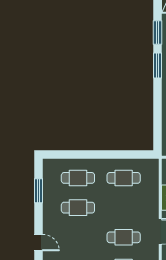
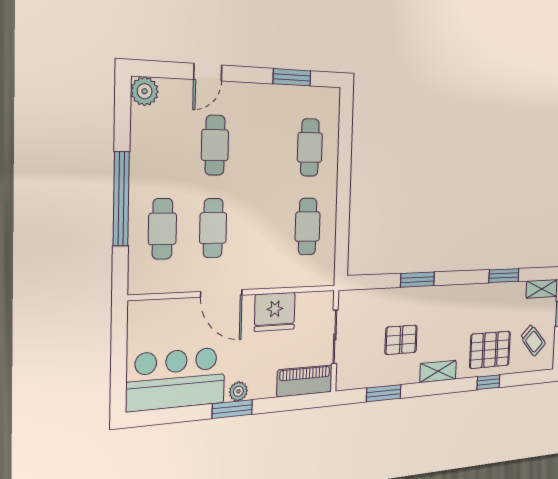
window: (158, 66) -> (418, 280), moved
cafe table: (78, 208) -> (215, 145), moved

